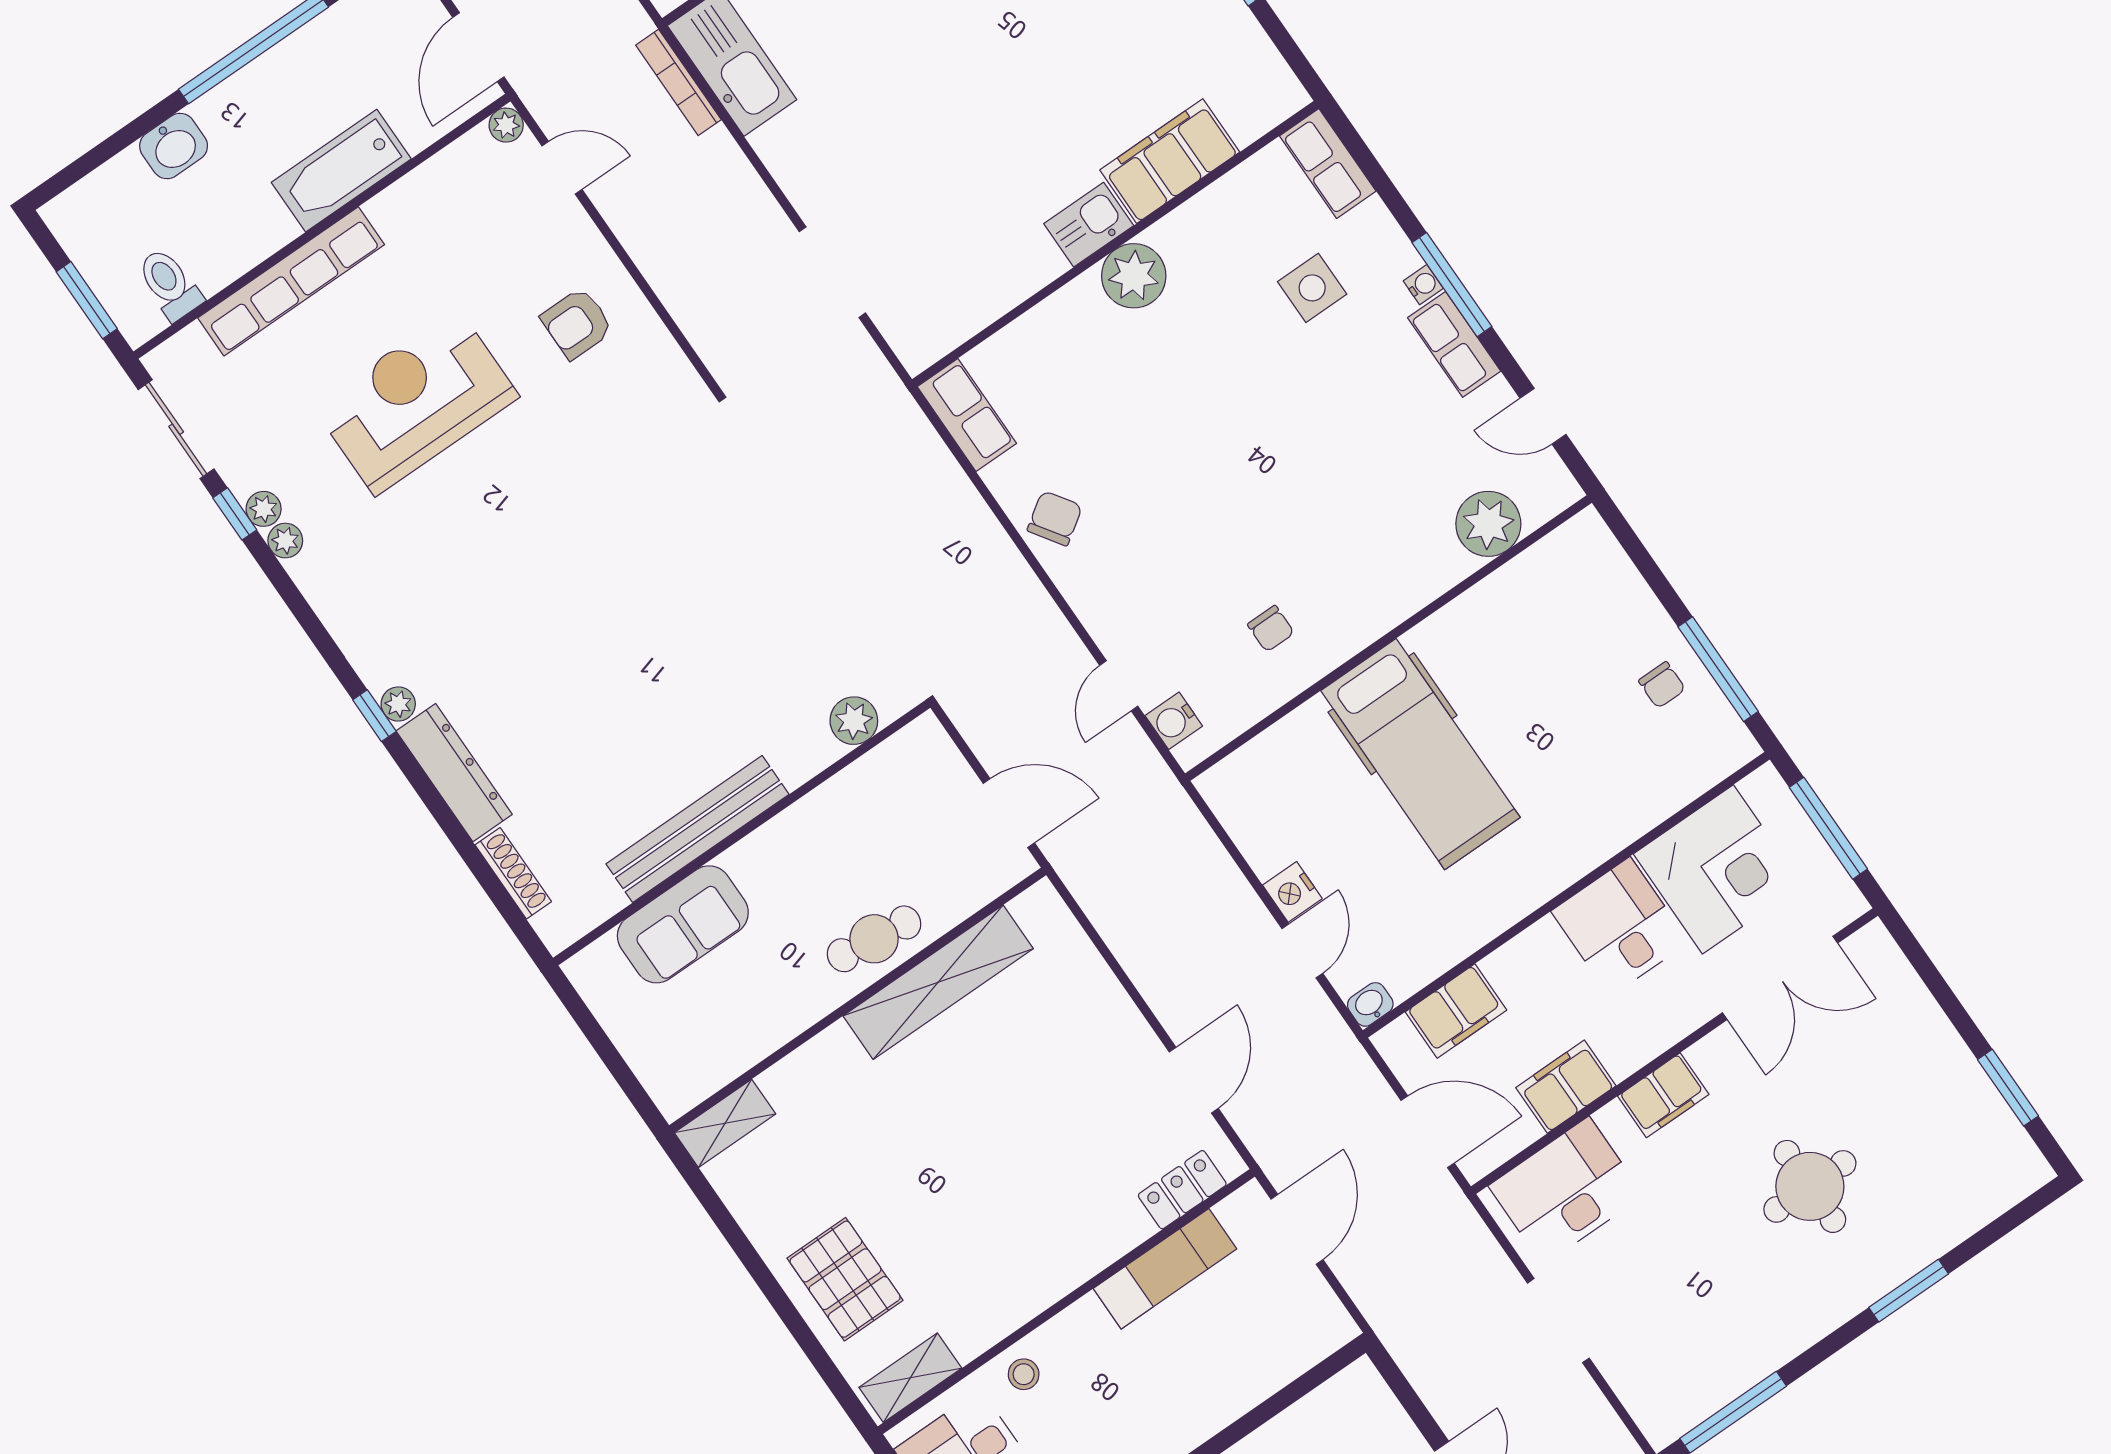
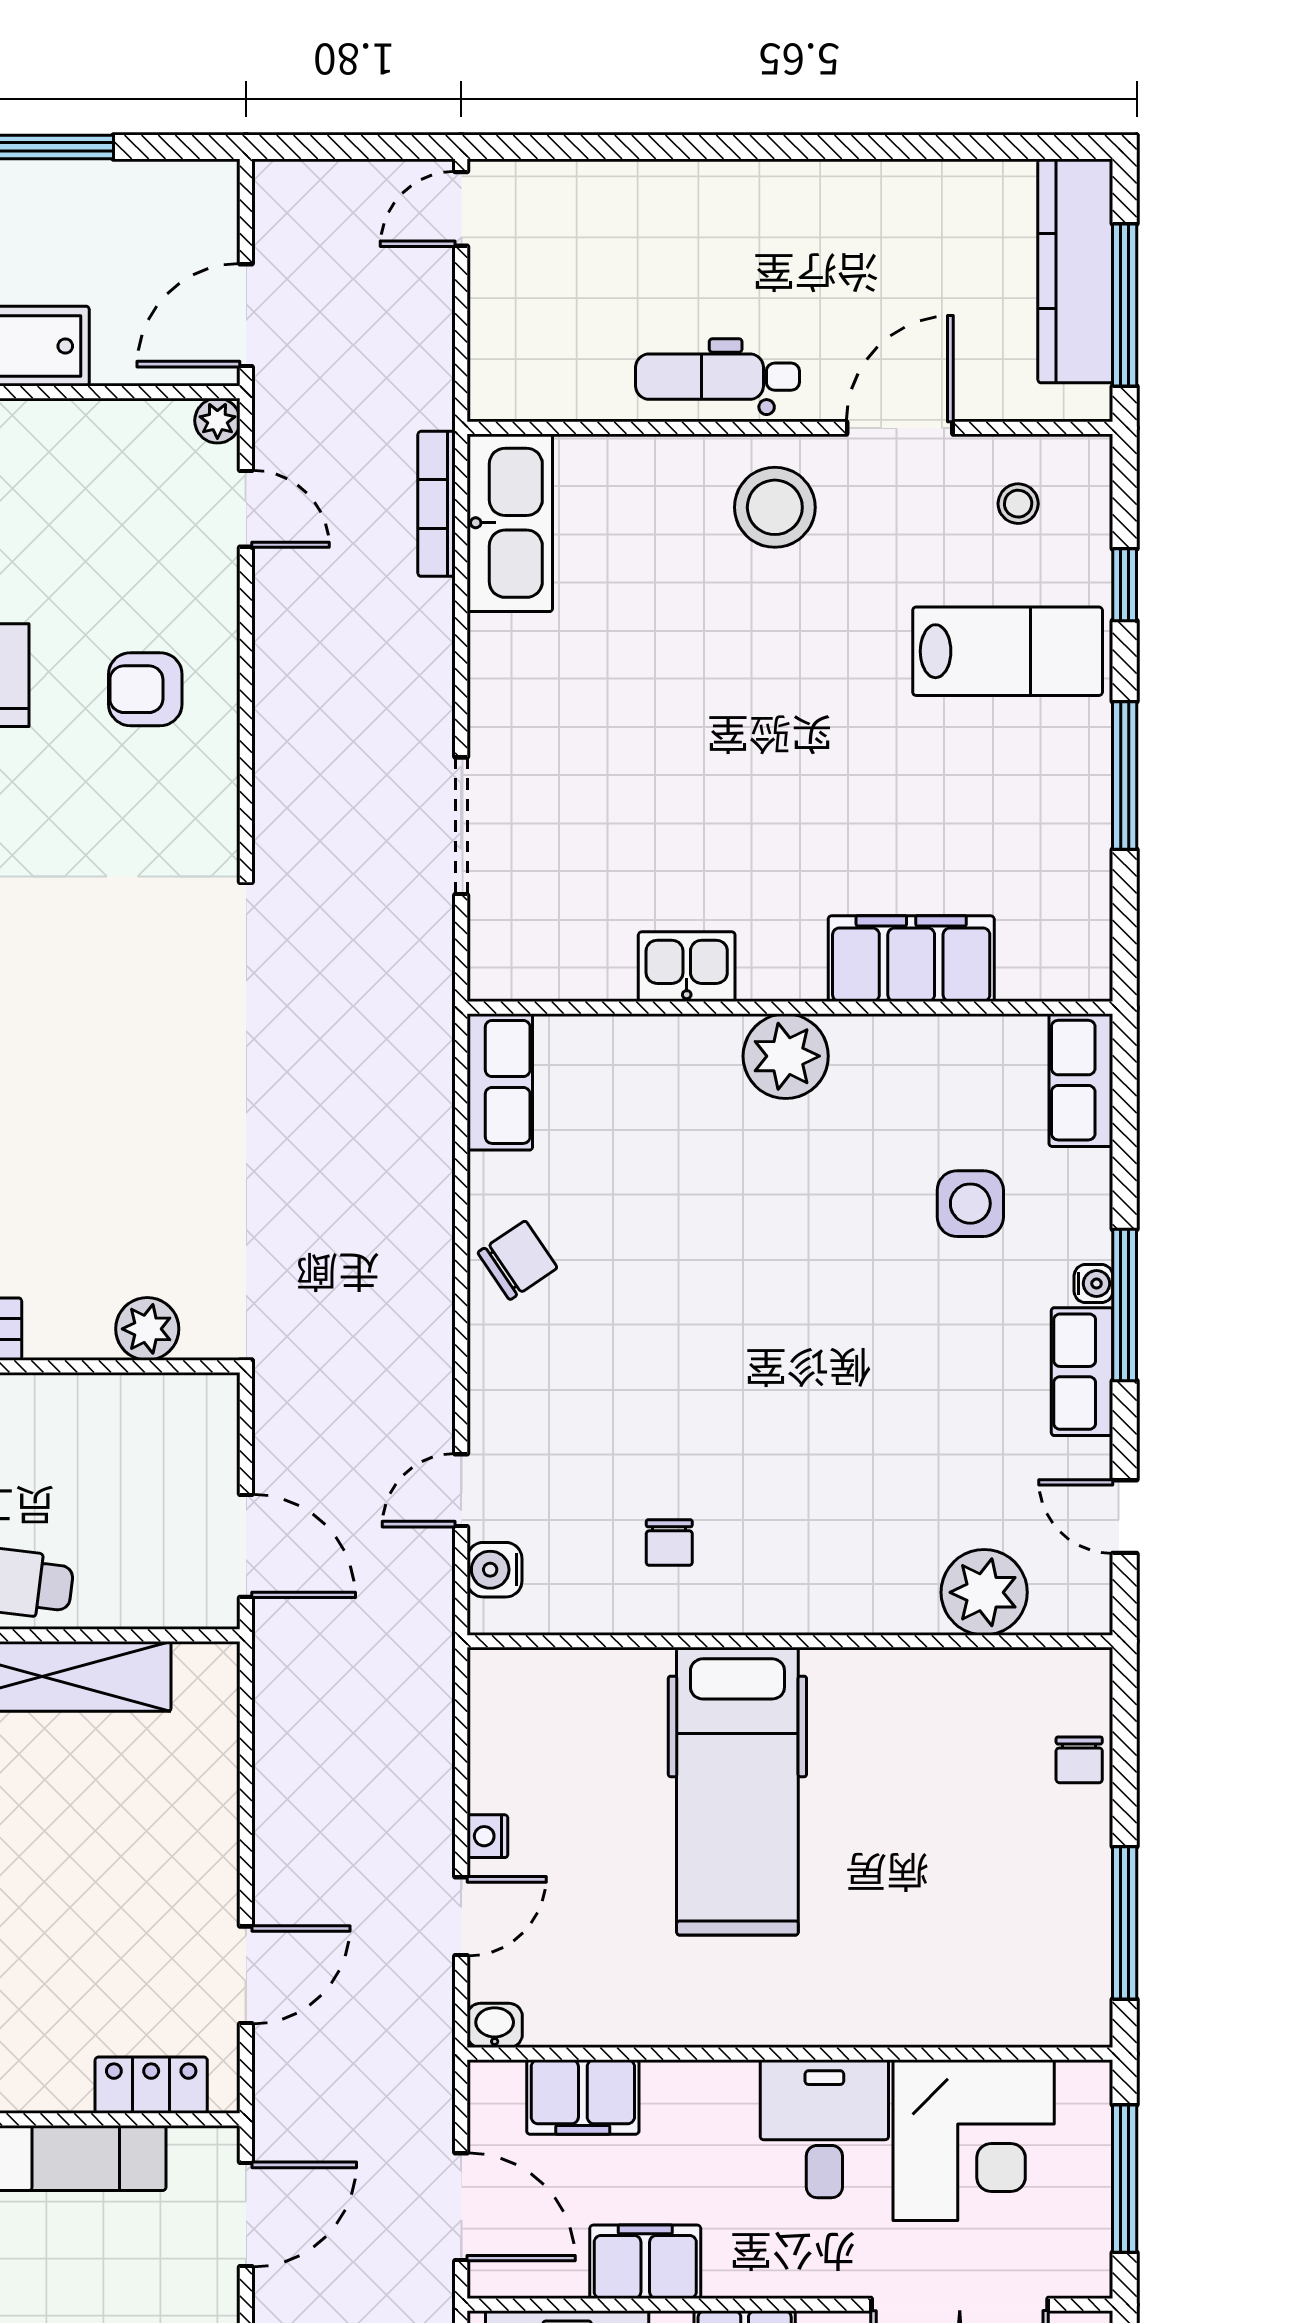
kitchen sink: (1089, 225) -> (687, 967), moved
chair: (1662, 685) -> (1079, 1760), moved
nightstand: (1292, 892) -> (487, 1836), width x0.72, depth x0.74

